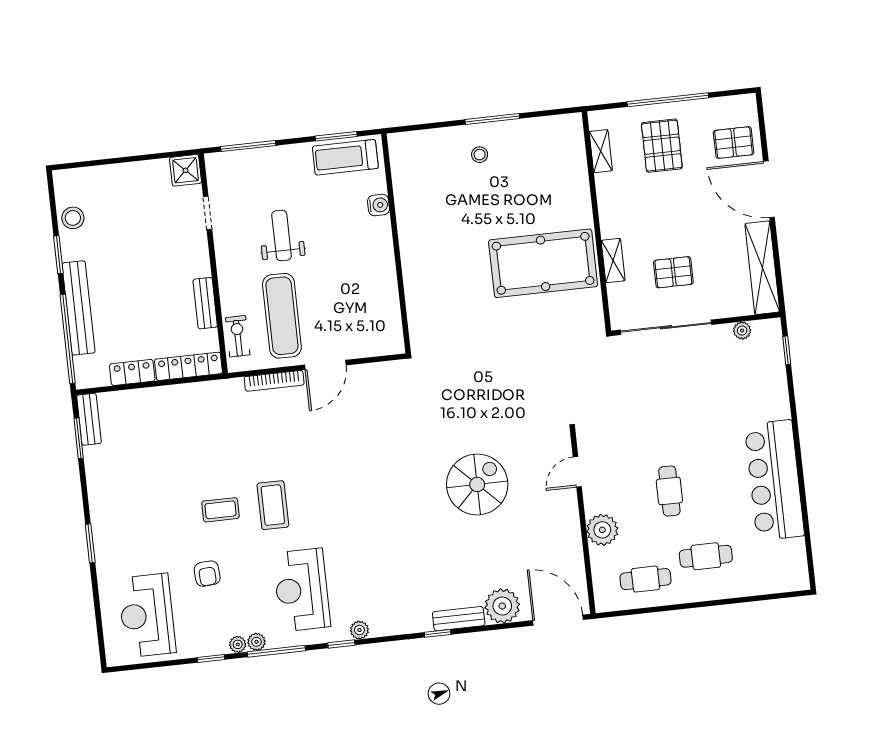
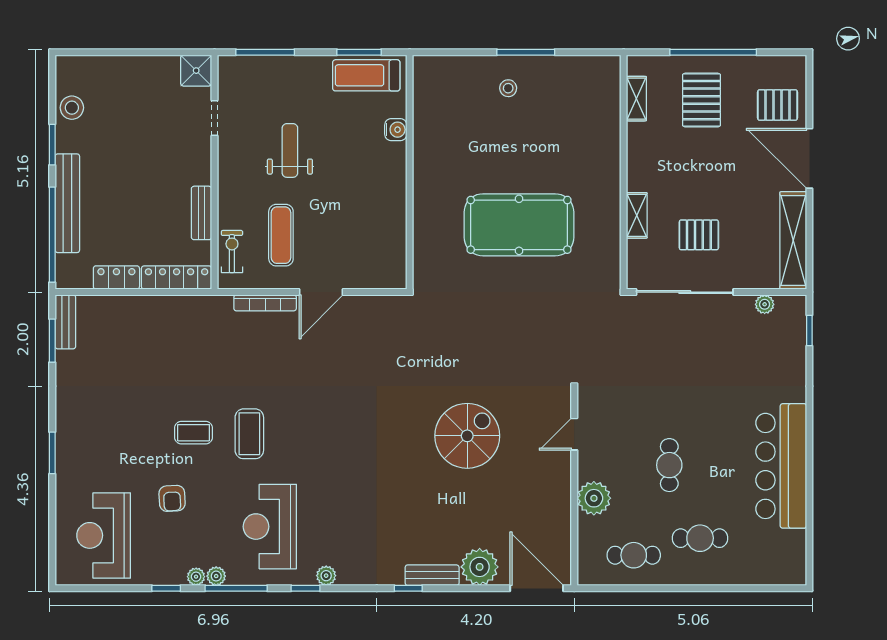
pool table: (543, 263) -> (519, 225), moved
exercise mat: (282, 316) -> (281, 235), width x0.73, depth x0.69

